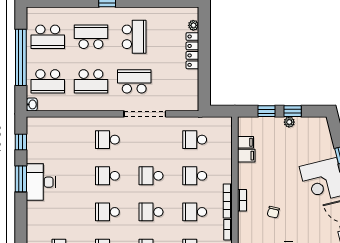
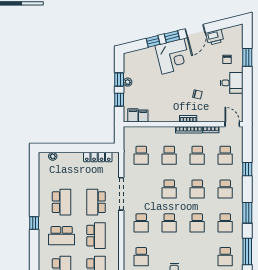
school desk: (91, 37) -> (62, 236), turned -90
school desk: (134, 37) -> (62, 202), turned 90
locker: (192, 51) -> (98, 157), moved
school desk: (64, 140) -> (141, 257), added
filing cabinet: (246, 156) -> (133, 115), moved

